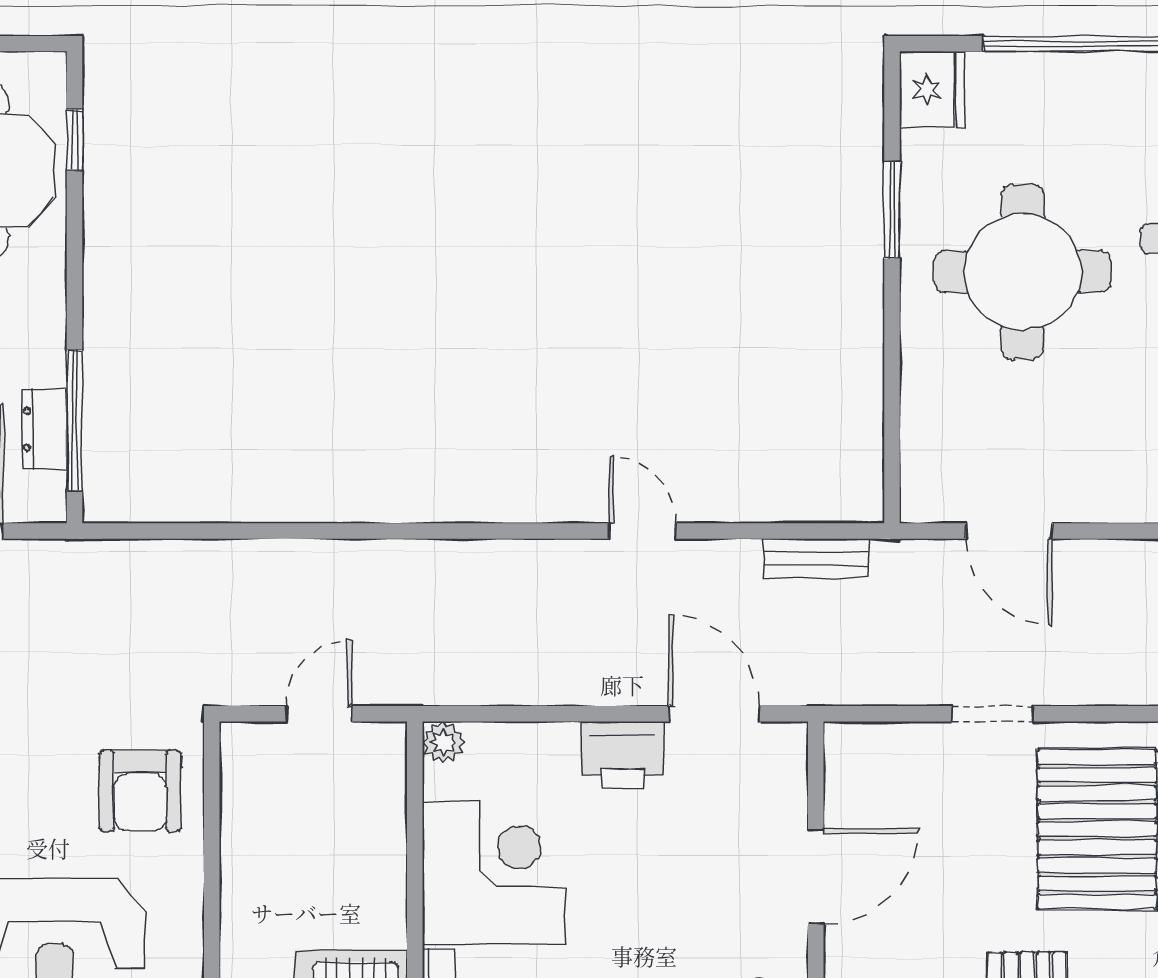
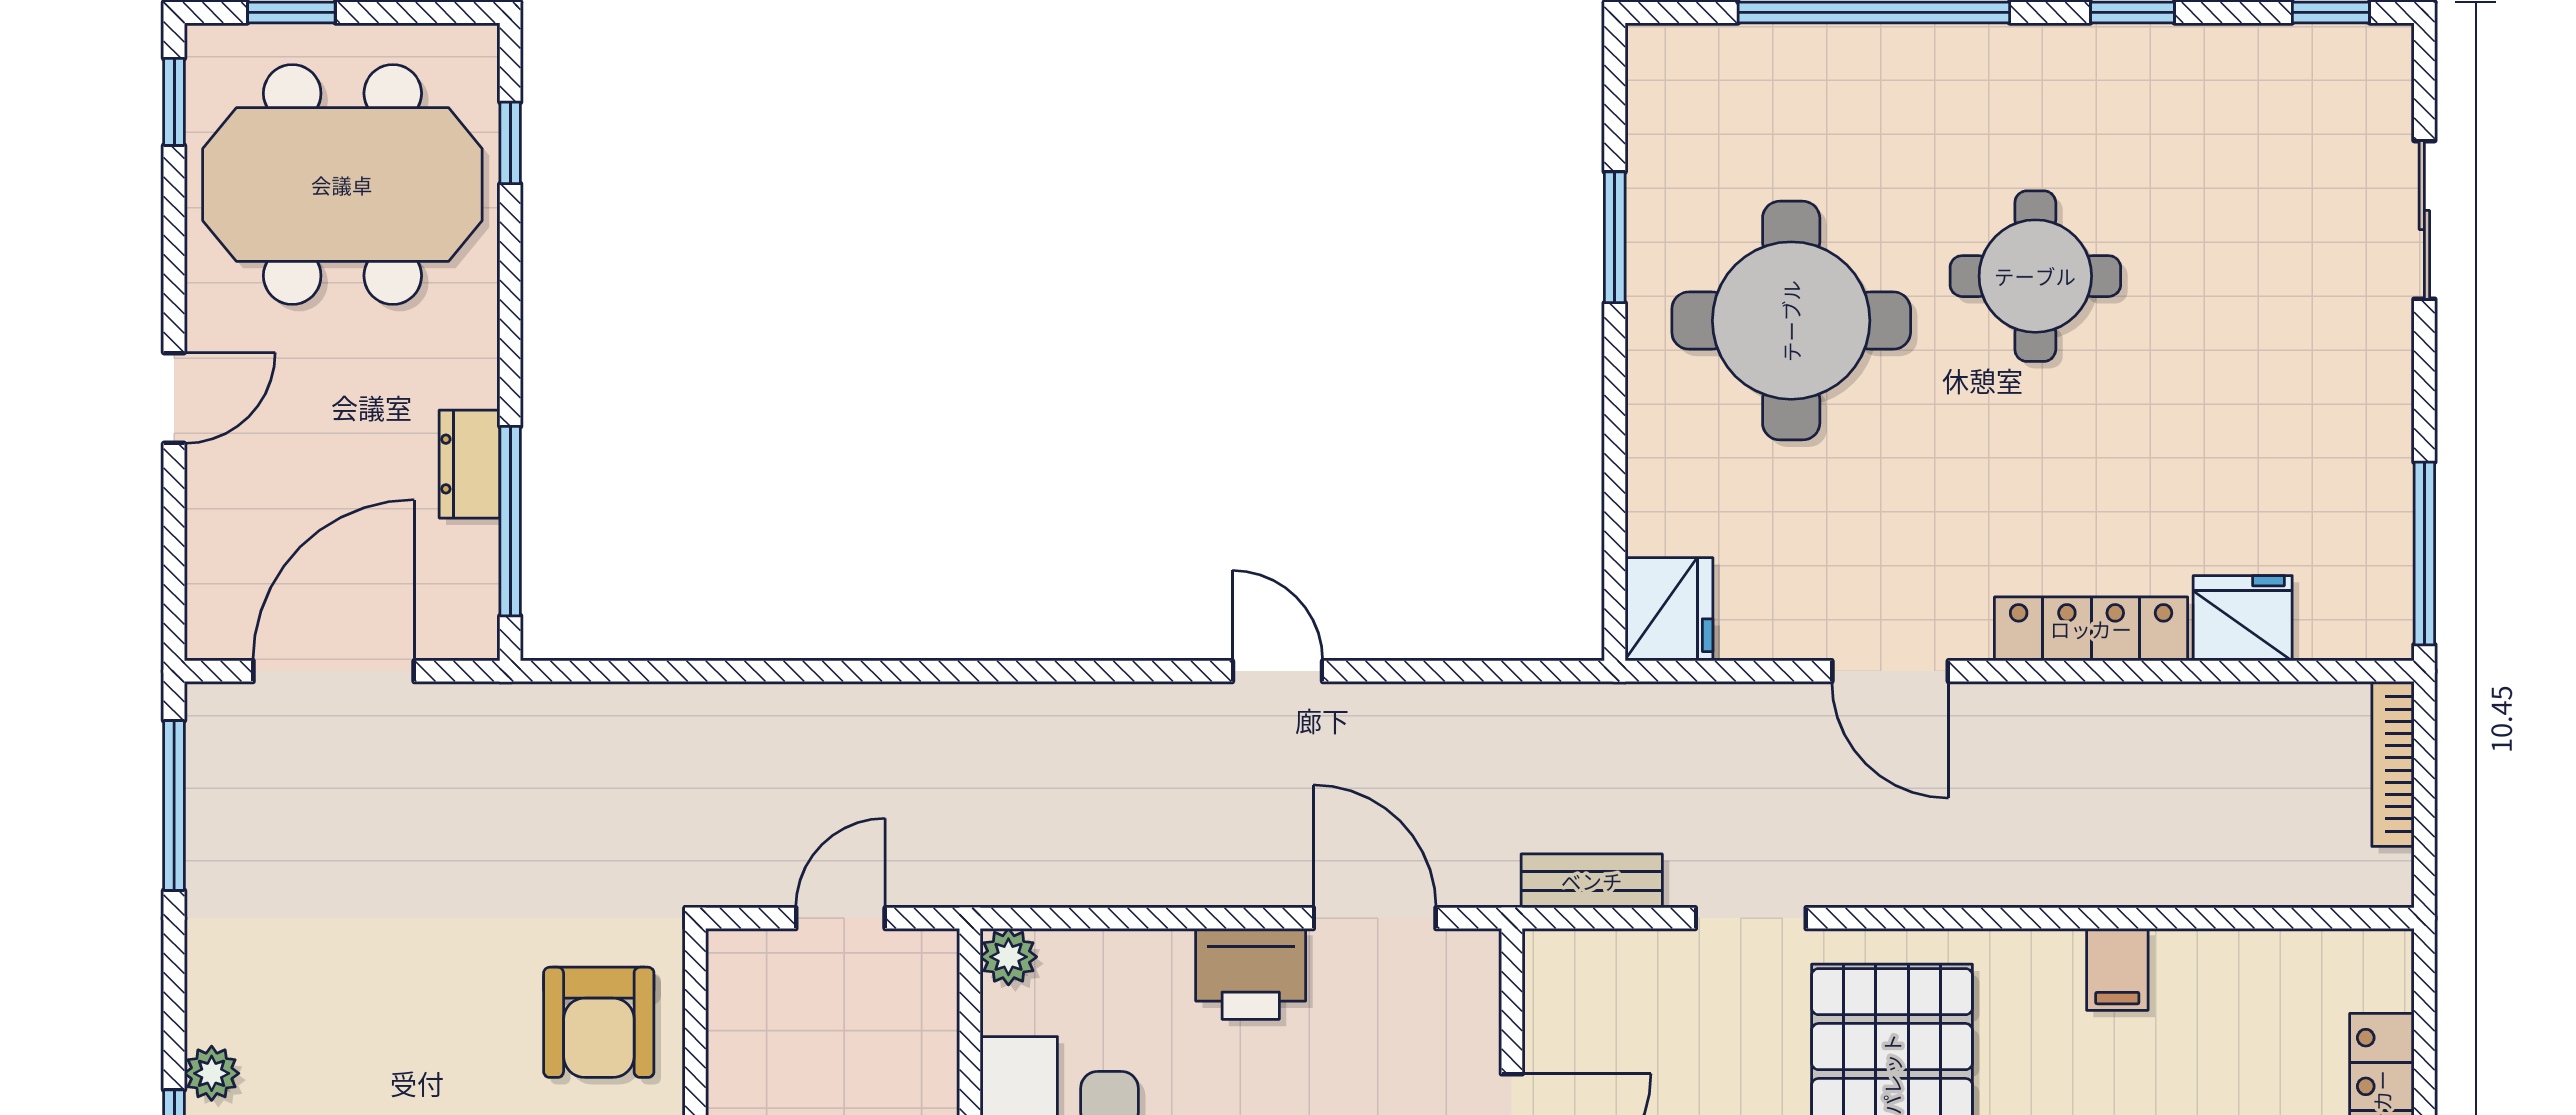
fridge: (932, 90) -> (1669, 609), moved
dresser: (45, 429) -> (470, 464), moved
door: (1009, 531) -> (1890, 671), moved
bench: (816, 559) -> (1592, 881), moved

